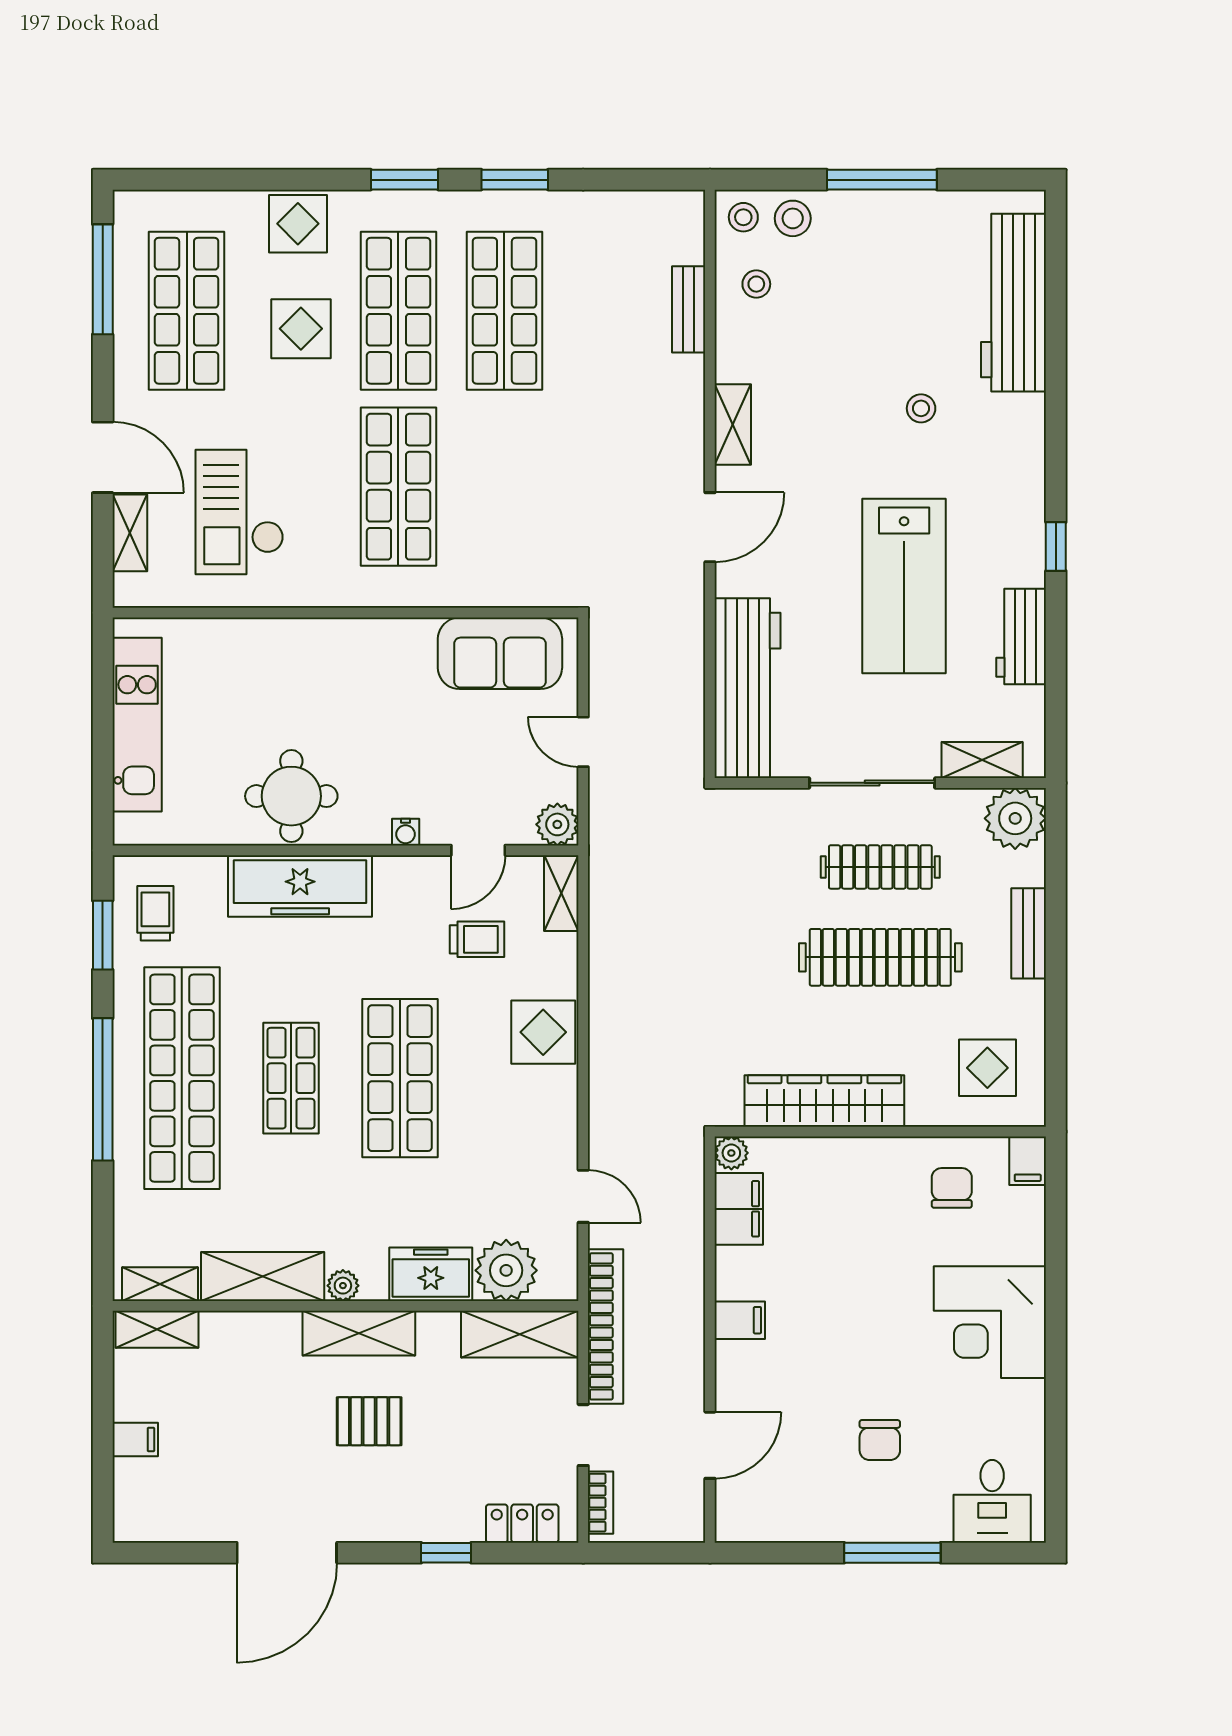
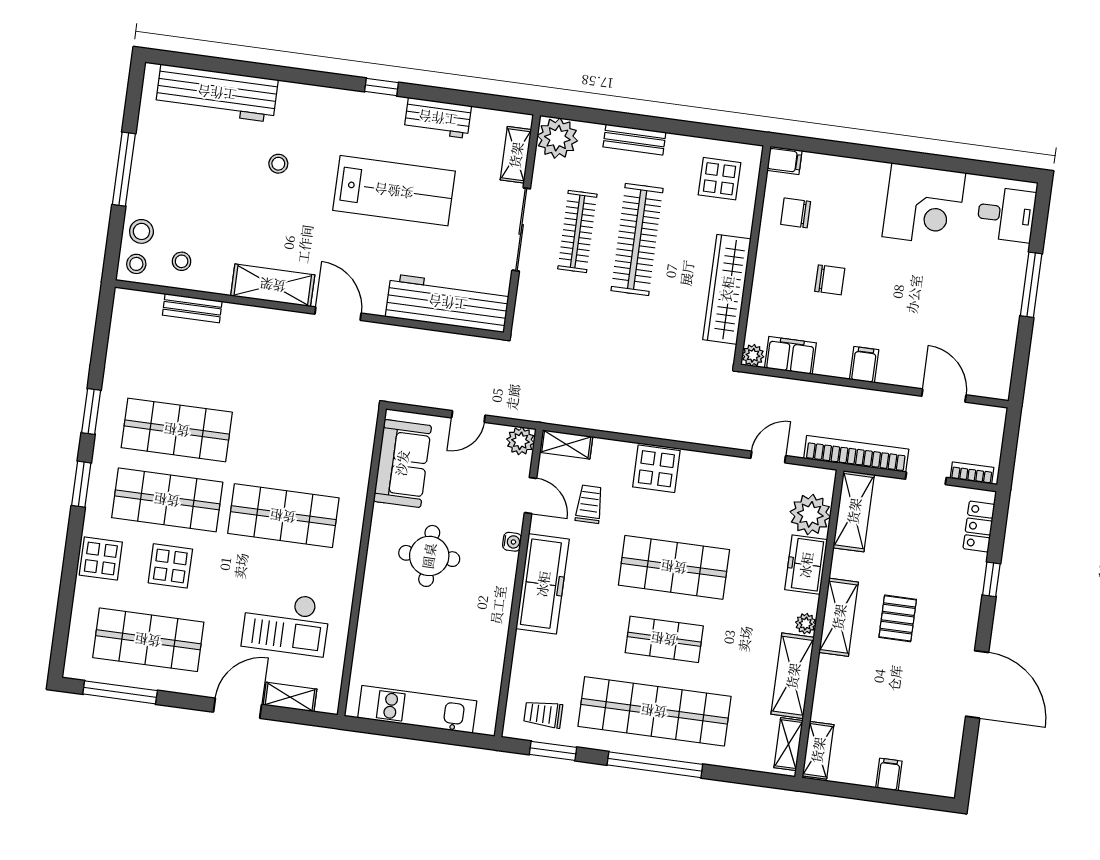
shelving: (733, 424) -> (273, 285), width x1.50, depth x1.33
round table: (291, 796) -> (429, 556), moved
freezer: (300, 886) -> (543, 584), moved
corner desk: (990, 1322) -> (924, 205), moved
chair: (880, 1440) -> (830, 280), moved

